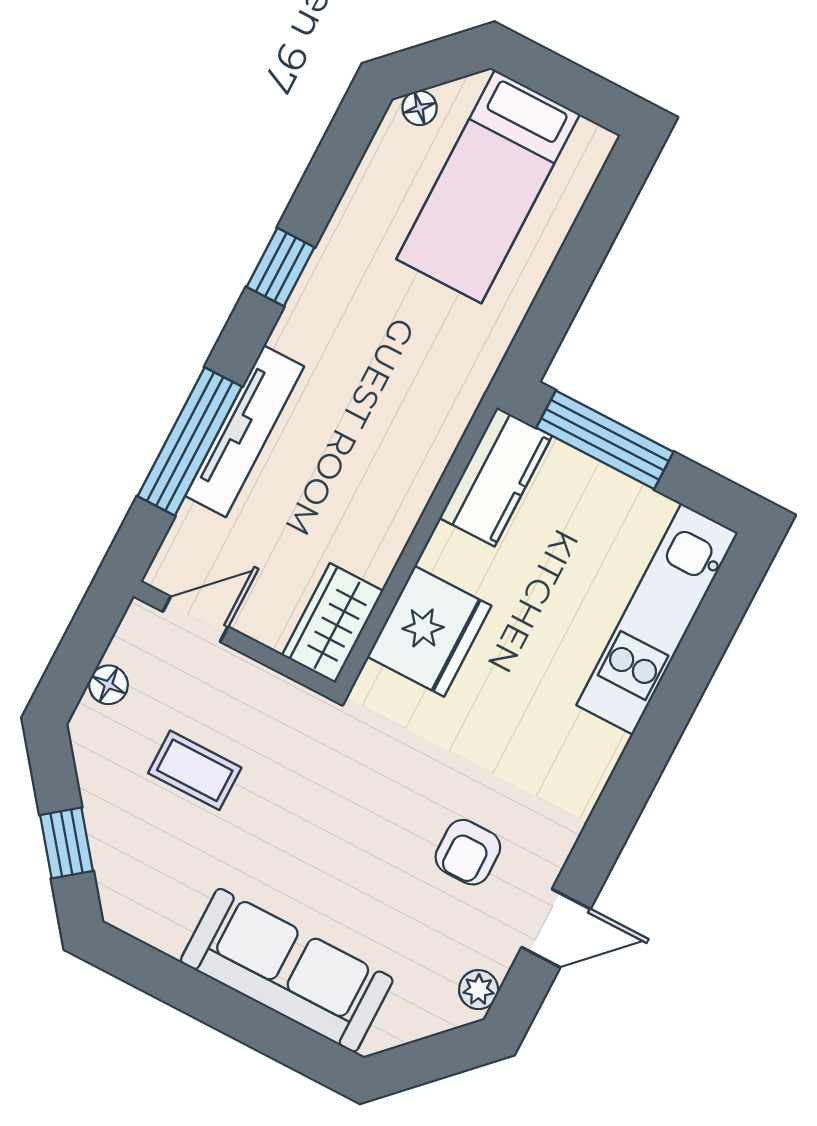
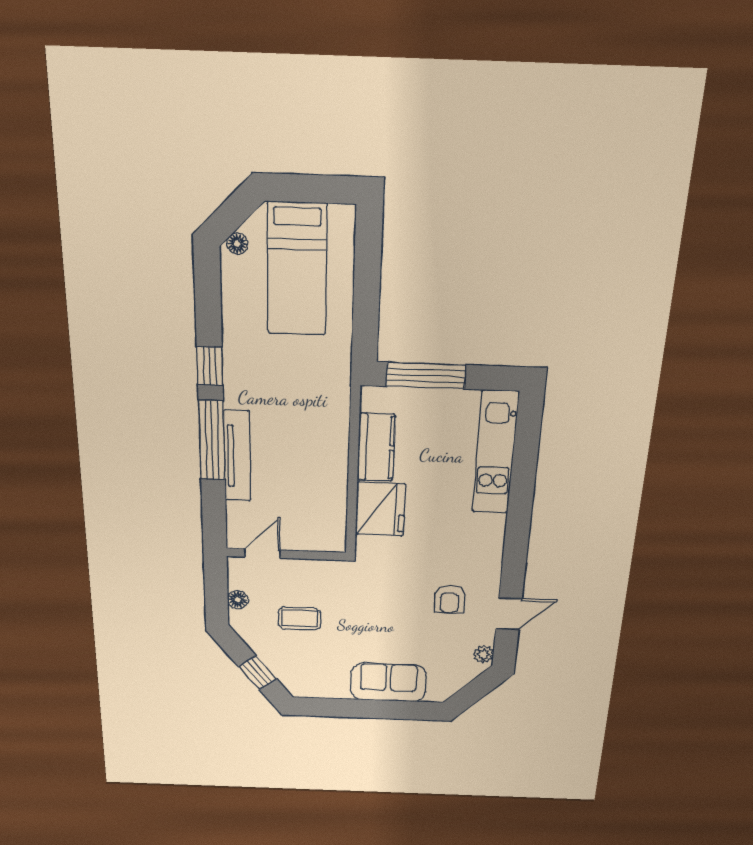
window: (190, 441) -> (212, 440), moved
kitchen counter: (496, 477) -> (376, 447), moved
wardrobe: (333, 623) -> (330, 526), removed
sofa: (287, 970) -> (388, 682), width x0.73

